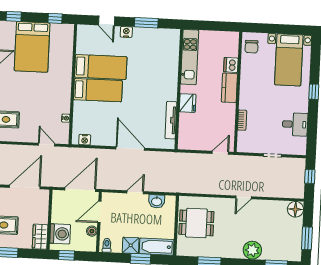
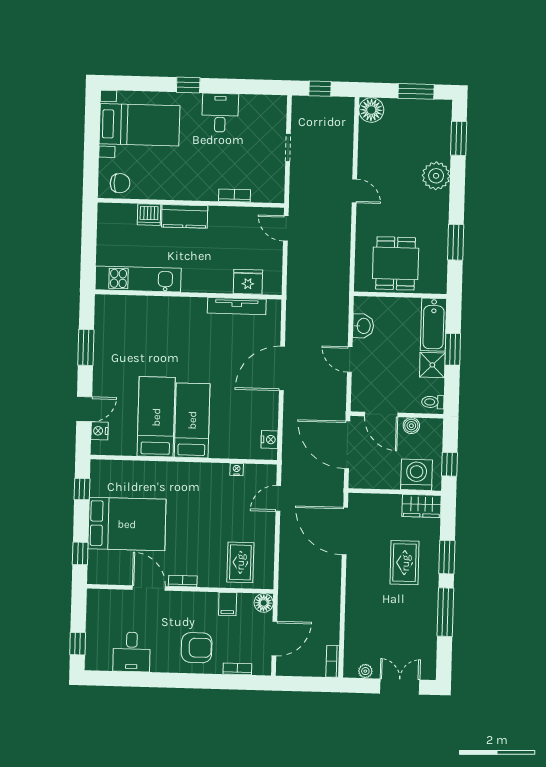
nightstand: (126, 32) -> (99, 431), moved
fridge: (188, 103) -> (248, 282), moved
desk: (295, 124) -> (220, 113), moved

